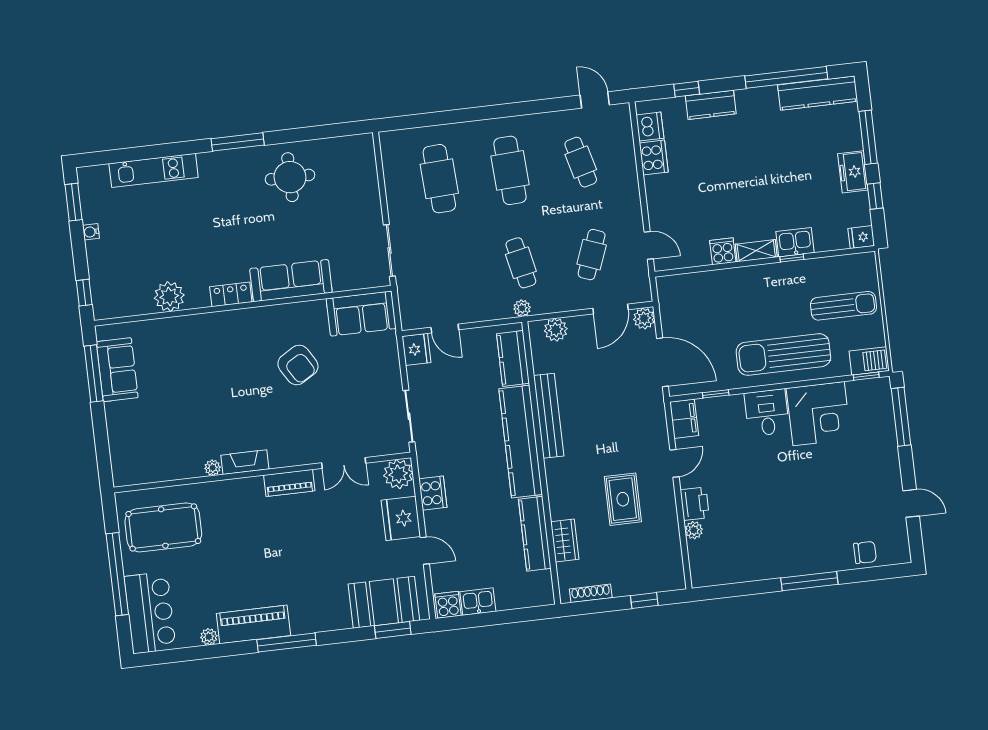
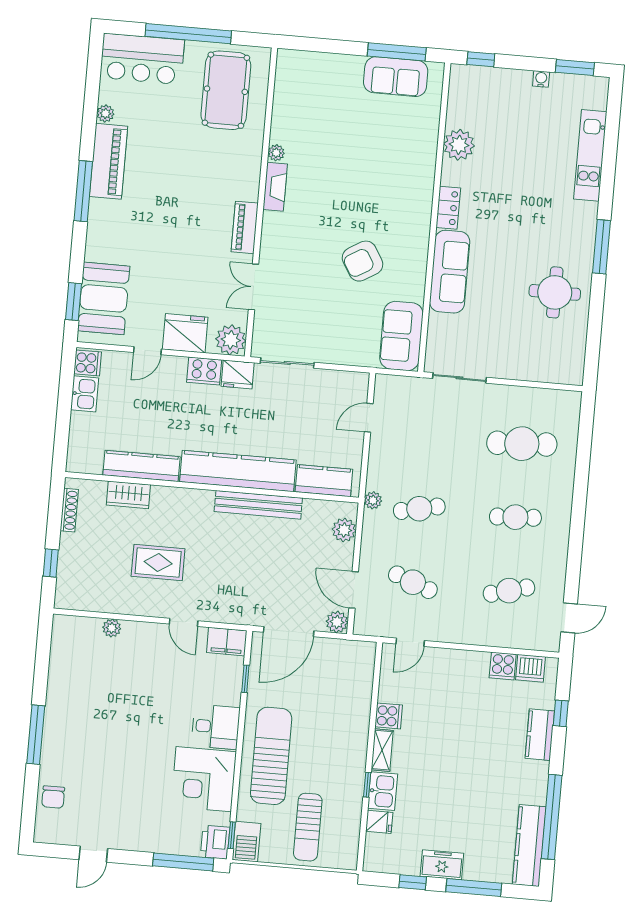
cooker: (654, 158) -> (503, 666), width x0.73
cafe table: (510, 170) -> (515, 517), width x0.73, depth x0.74
fridge: (861, 237) -> (379, 822), moved, turned 90
fridge: (416, 349) -> (238, 374), moved
printer: (695, 504) -> (215, 842), moved, turned 90

